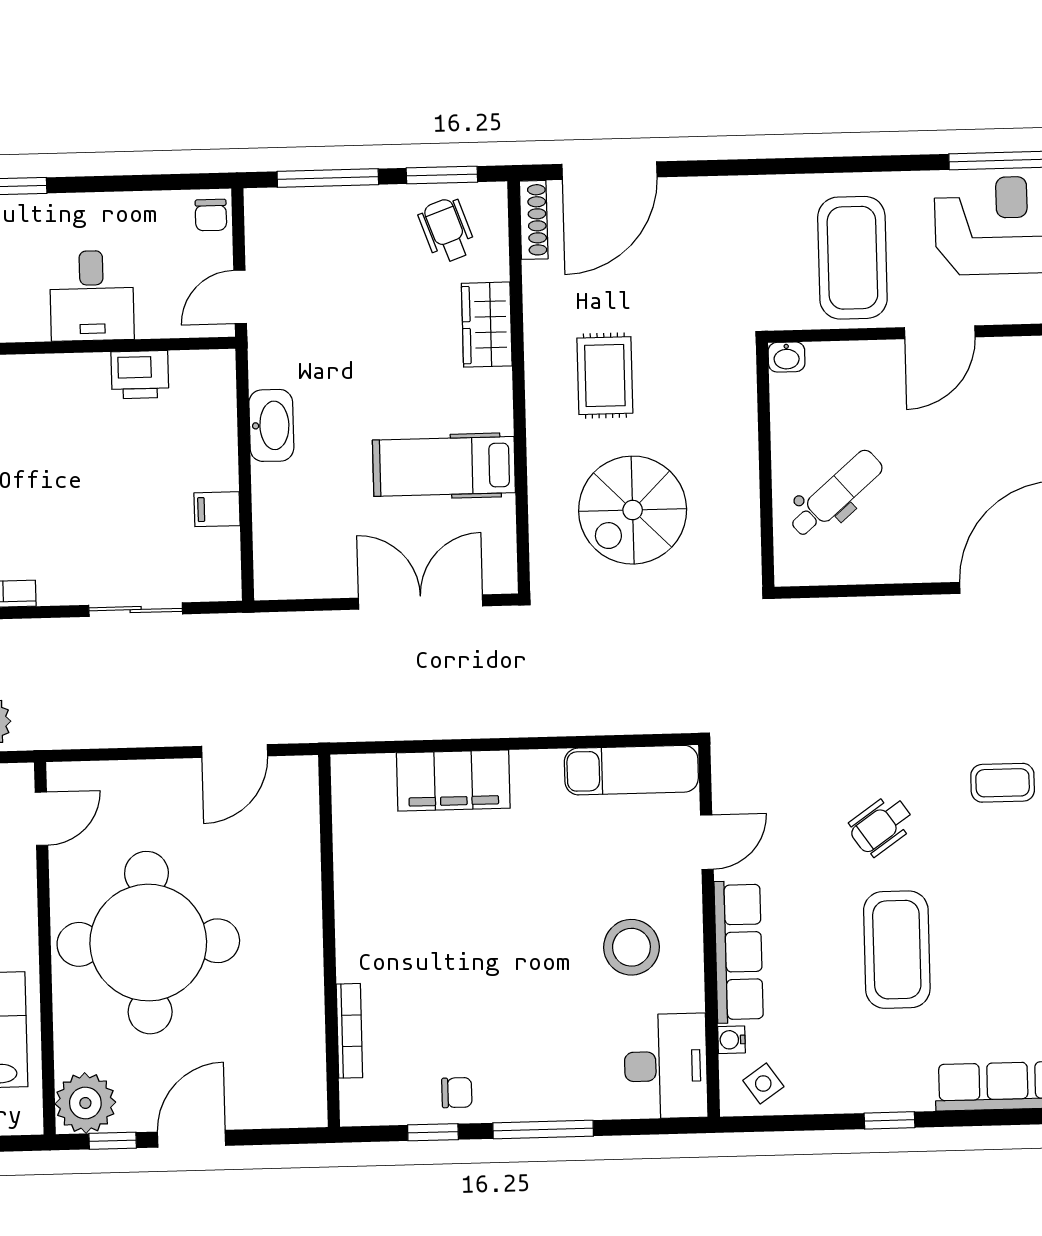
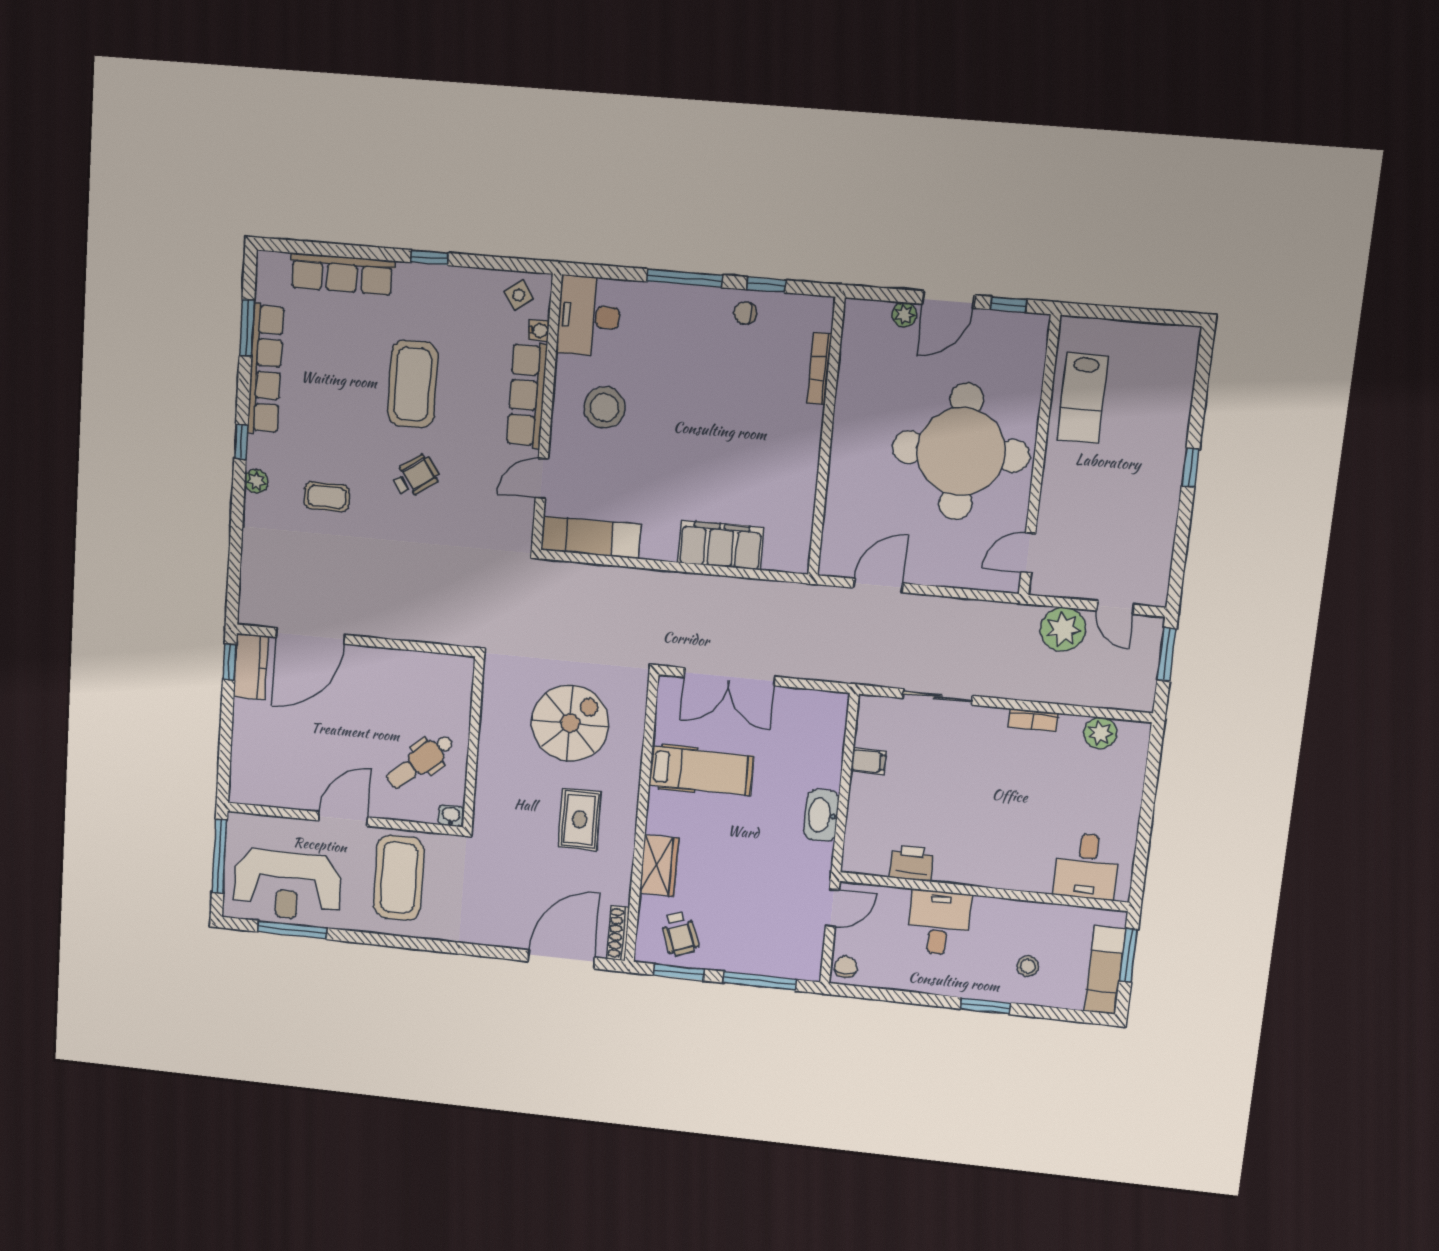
dental chair: (836, 494) -> (420, 762), moved
plant: (85, 1103) -> (904, 315), moved, width x0.53, depth x0.53

